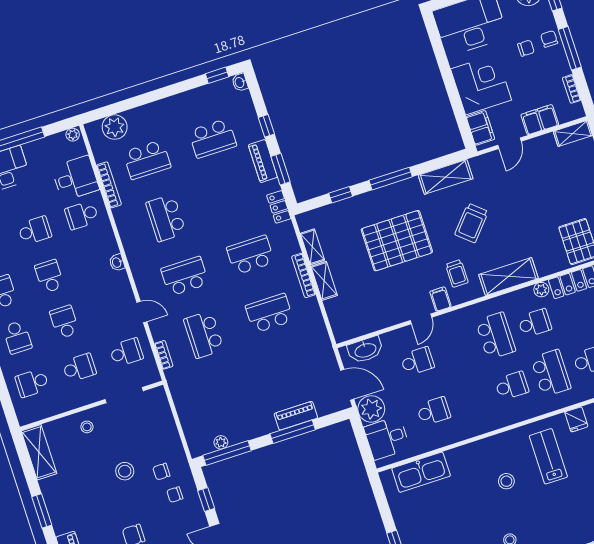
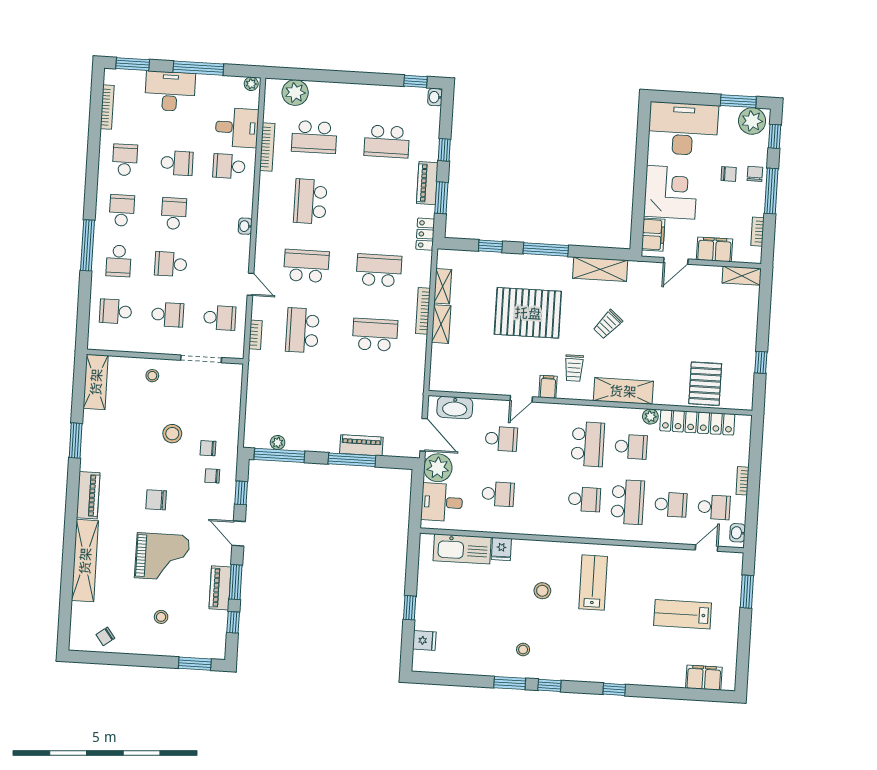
trolley: (472, 223) -> (608, 324), width x0.73, depth x0.72
school desk: (64, 322) -> (171, 264), turned -90
fridge: (576, 419) -> (501, 549), moved

